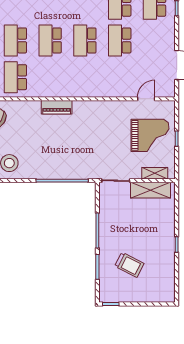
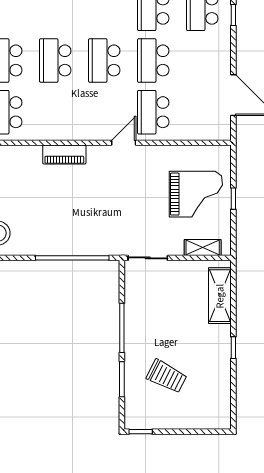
school desk: (120, 77) -> (153, 112), added
door: (146, 99) -> (124, 143), moved
shelving: (150, 190) -> (220, 296), moved, turned 90

